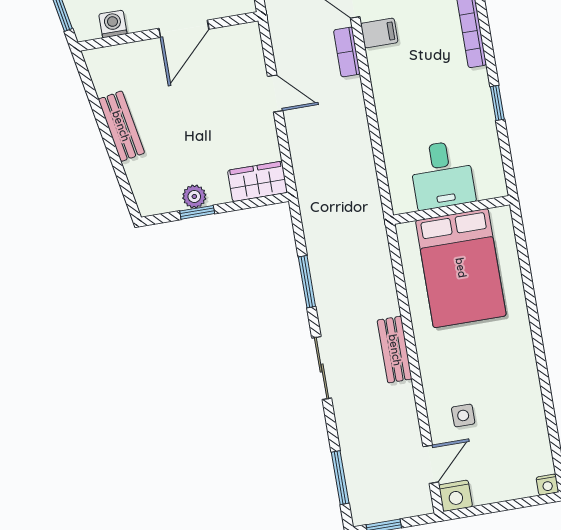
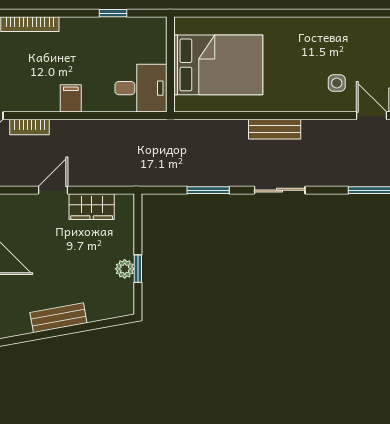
filing cabinet: (379, 33) -> (71, 98), moved
window: (497, 103) -> (113, 13), moved
desk: (442, 175) -> (141, 88), moved
wardrobe: (258, 181) -> (92, 207), moved, turned -90

